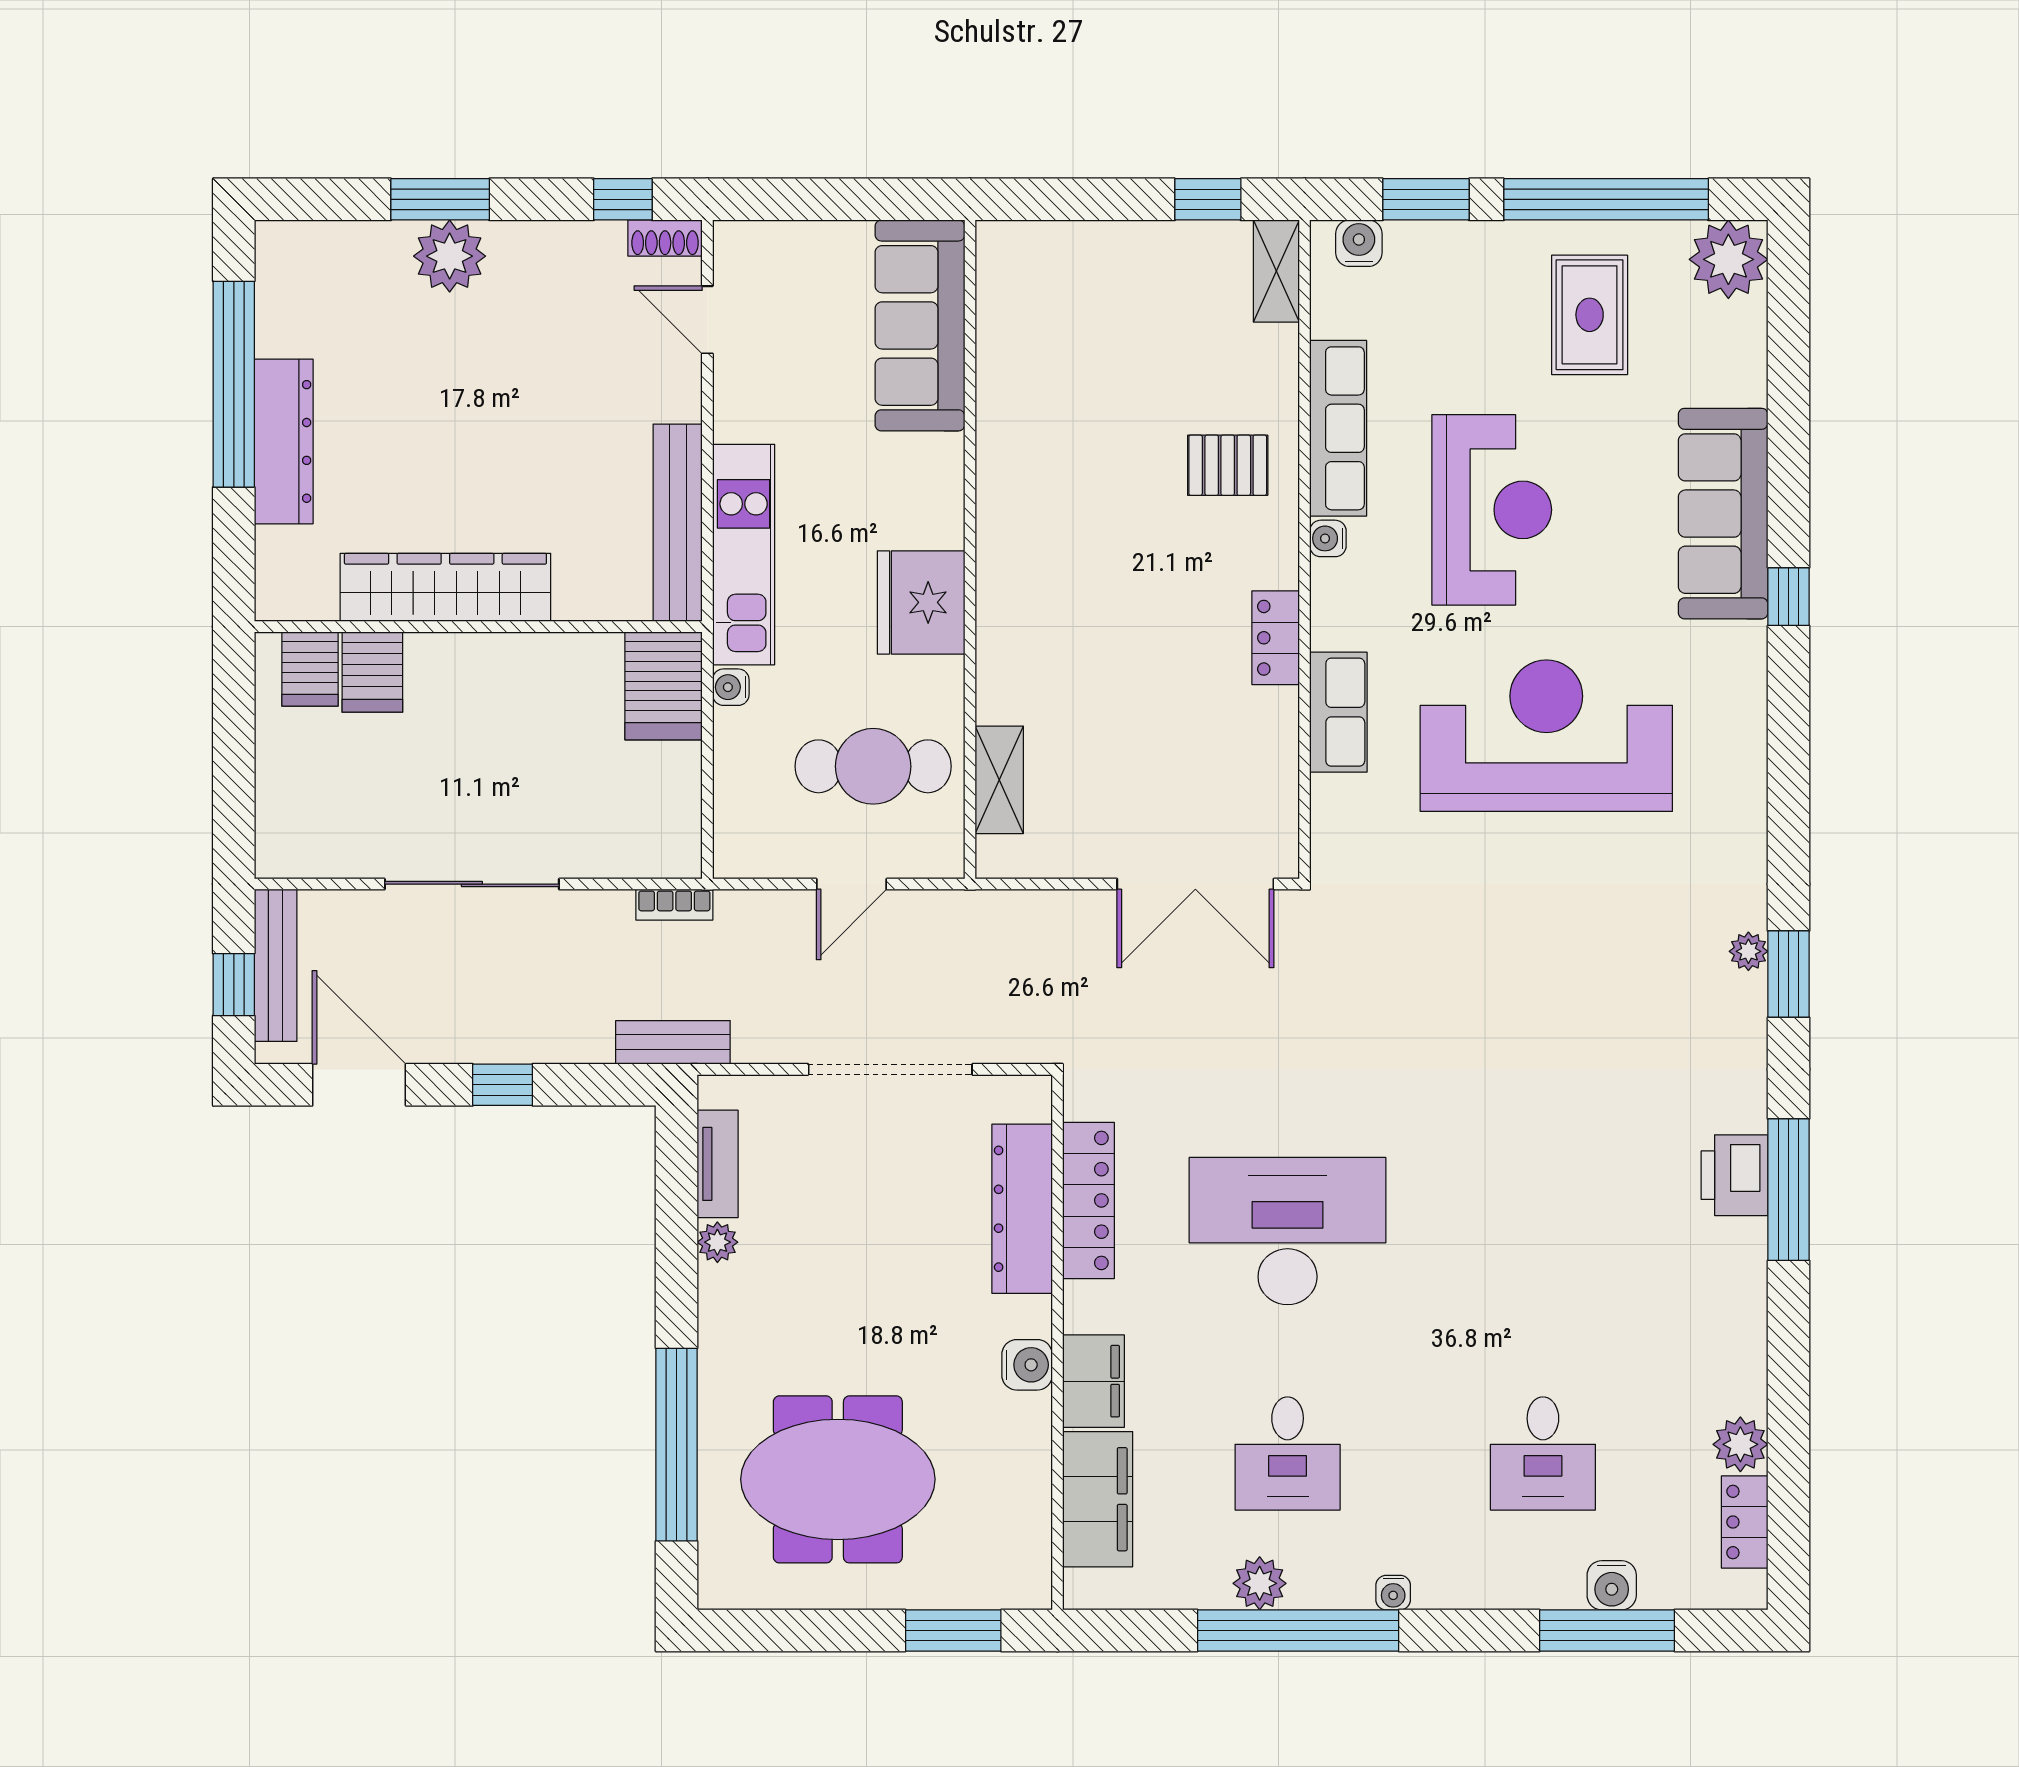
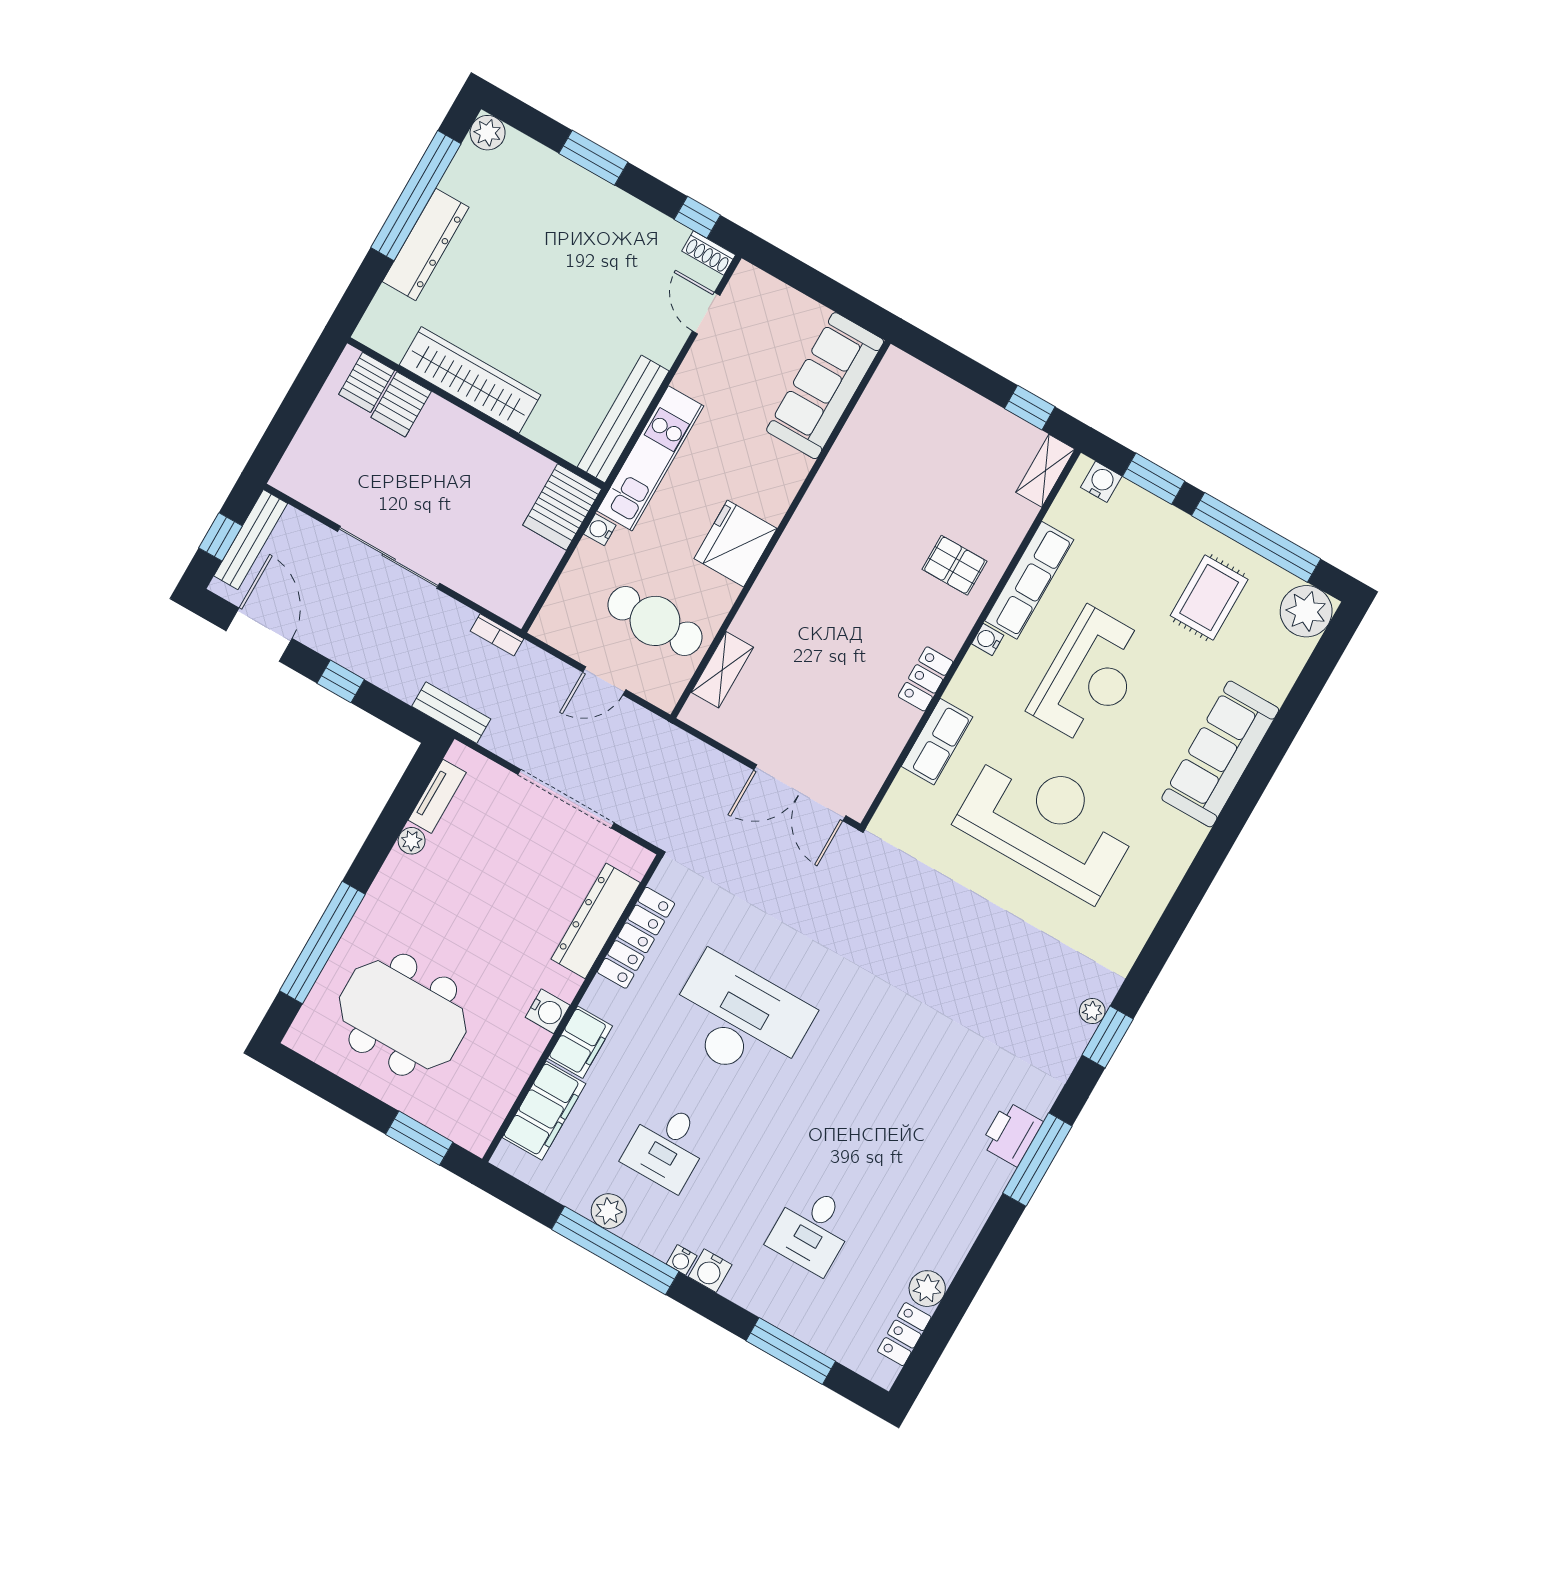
plant: (450, 256) -> (488, 133), moved, width x0.73, depth x0.73
window: (1788, 597) -> (1230, 822), removed
water cooler: (1612, 1585) -> (710, 1271), moved

